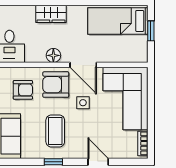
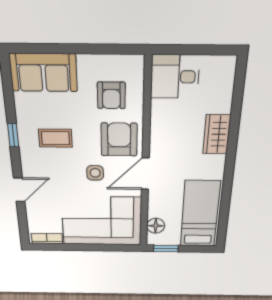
window: (151, 31) -> (166, 248), moved
floor lamp: (53, 55) -> (156, 226), moved
coffee table: (55, 131) -> (55, 138), width x0.73, depth x0.77

